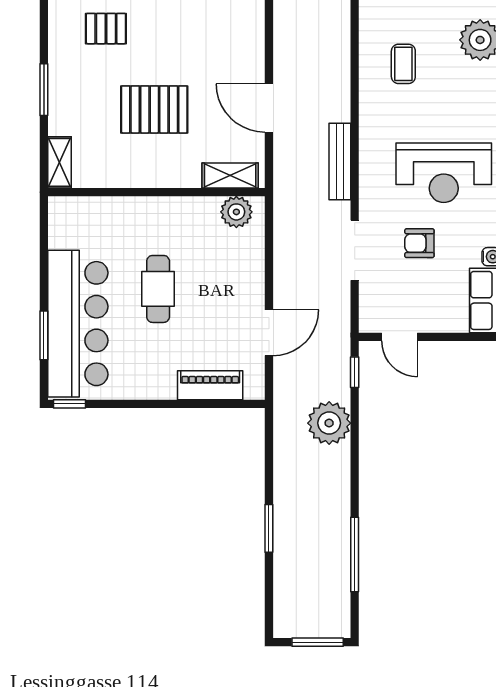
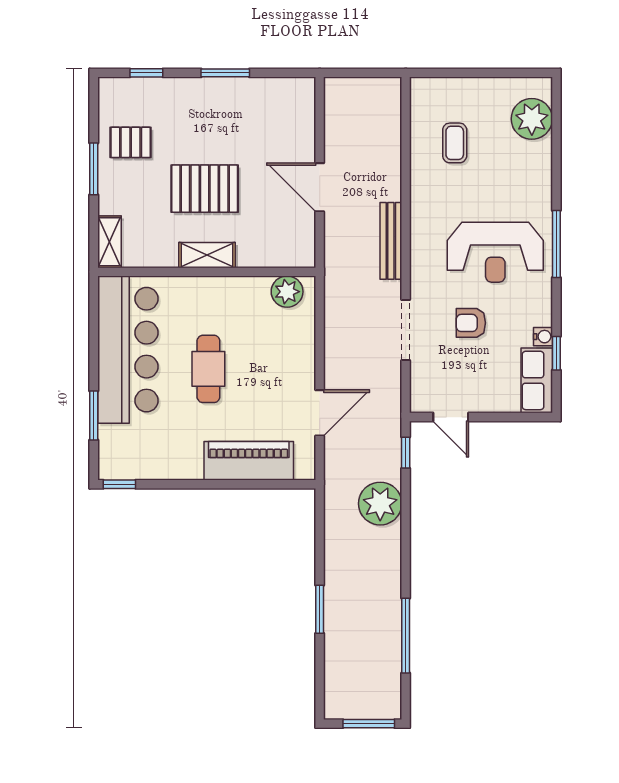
pallet: (106, 29) -> (131, 142), moved
shelving: (230, 176) -> (207, 255), moved
bar counter: (78, 324) -> (128, 350), moved
piano: (210, 385) -> (249, 461), width x1.37, depth x1.33

